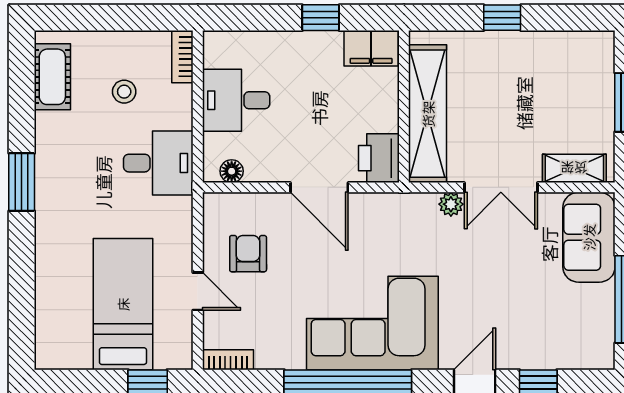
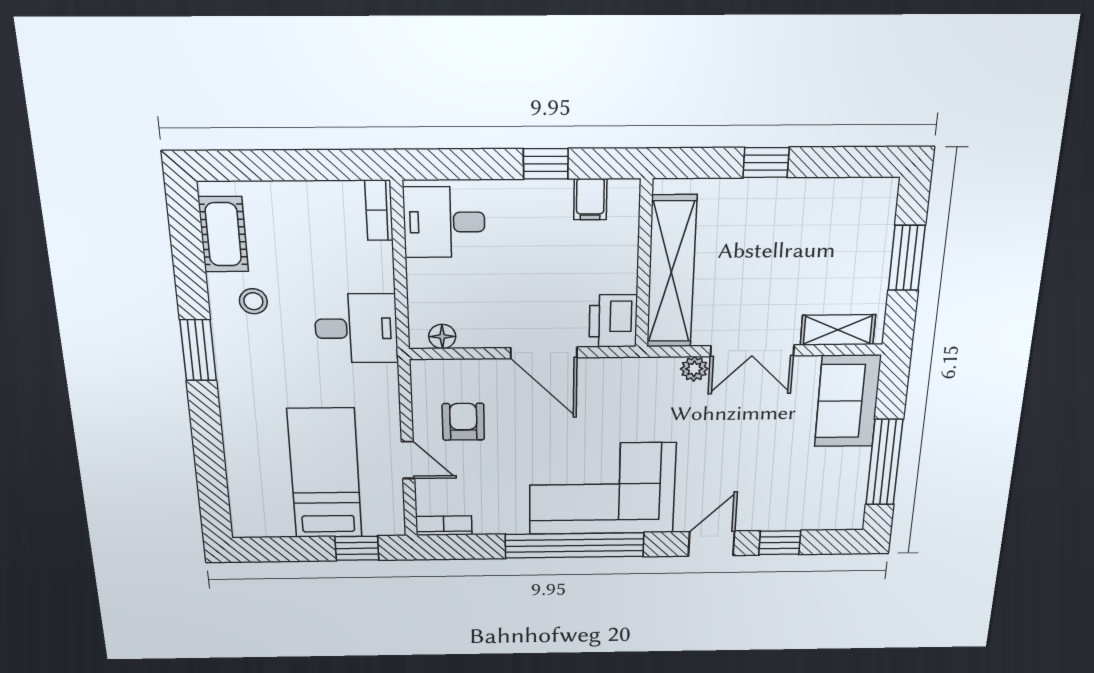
filing cabinet: (371, 48) -> (590, 199), width x0.50
stool: (124, 92) -> (253, 301), moved
desk: (236, 100) -> (444, 222), moved

